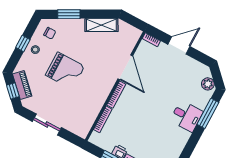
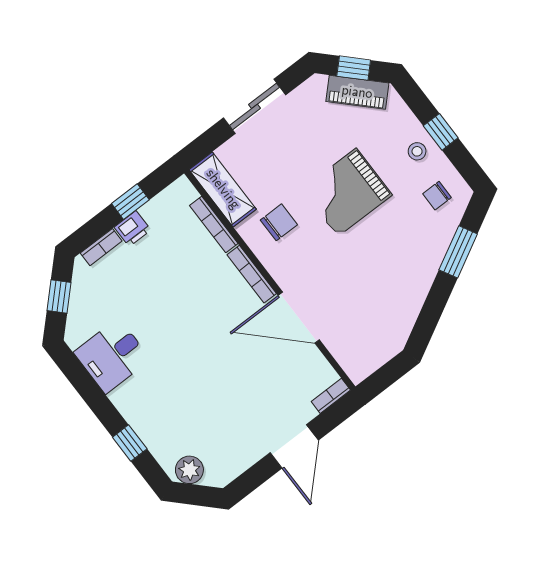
shelving: (101, 25) -> (223, 189), moved, turned -62
chair: (90, 93) -> (279, 222), added
window: (208, 113) -> (130, 443), width x0.46
desk: (186, 116) -> (112, 356), moved

